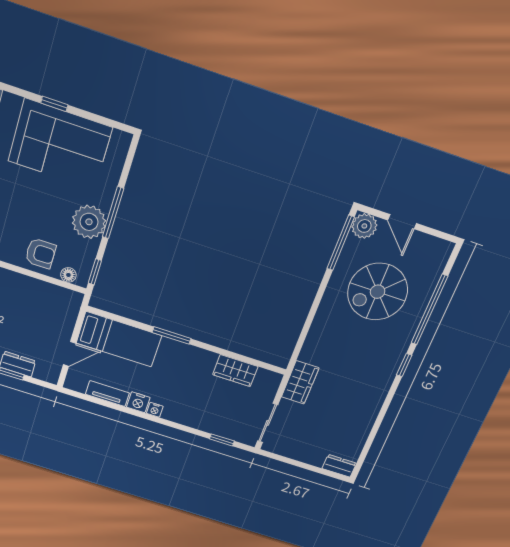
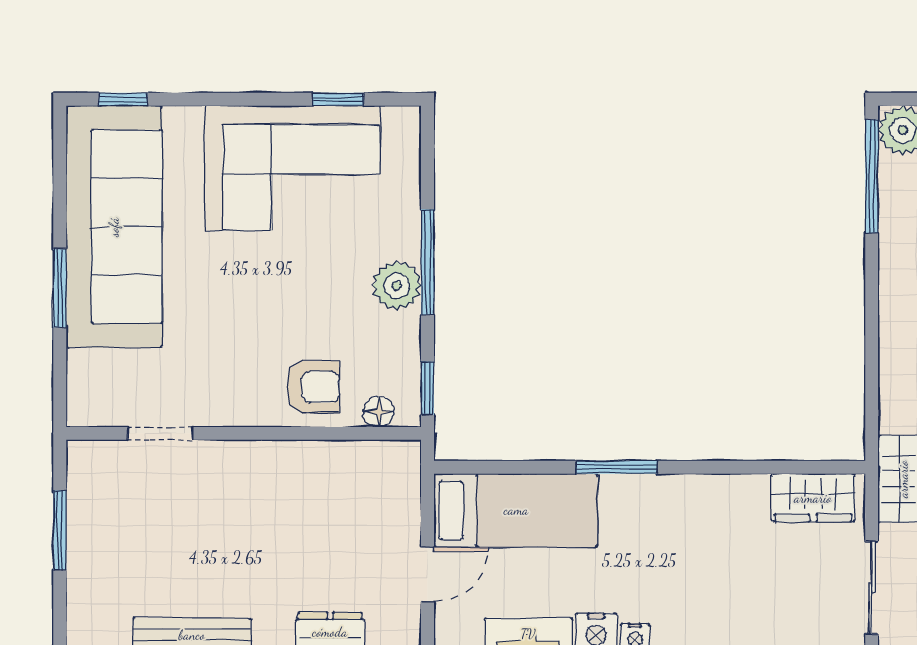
window: (54, 104) -> (338, 99), moved
plant: (89, 222) -> (397, 286), width x0.73, depth x0.73
wardrobe: (235, 371) -> (813, 498), moved

